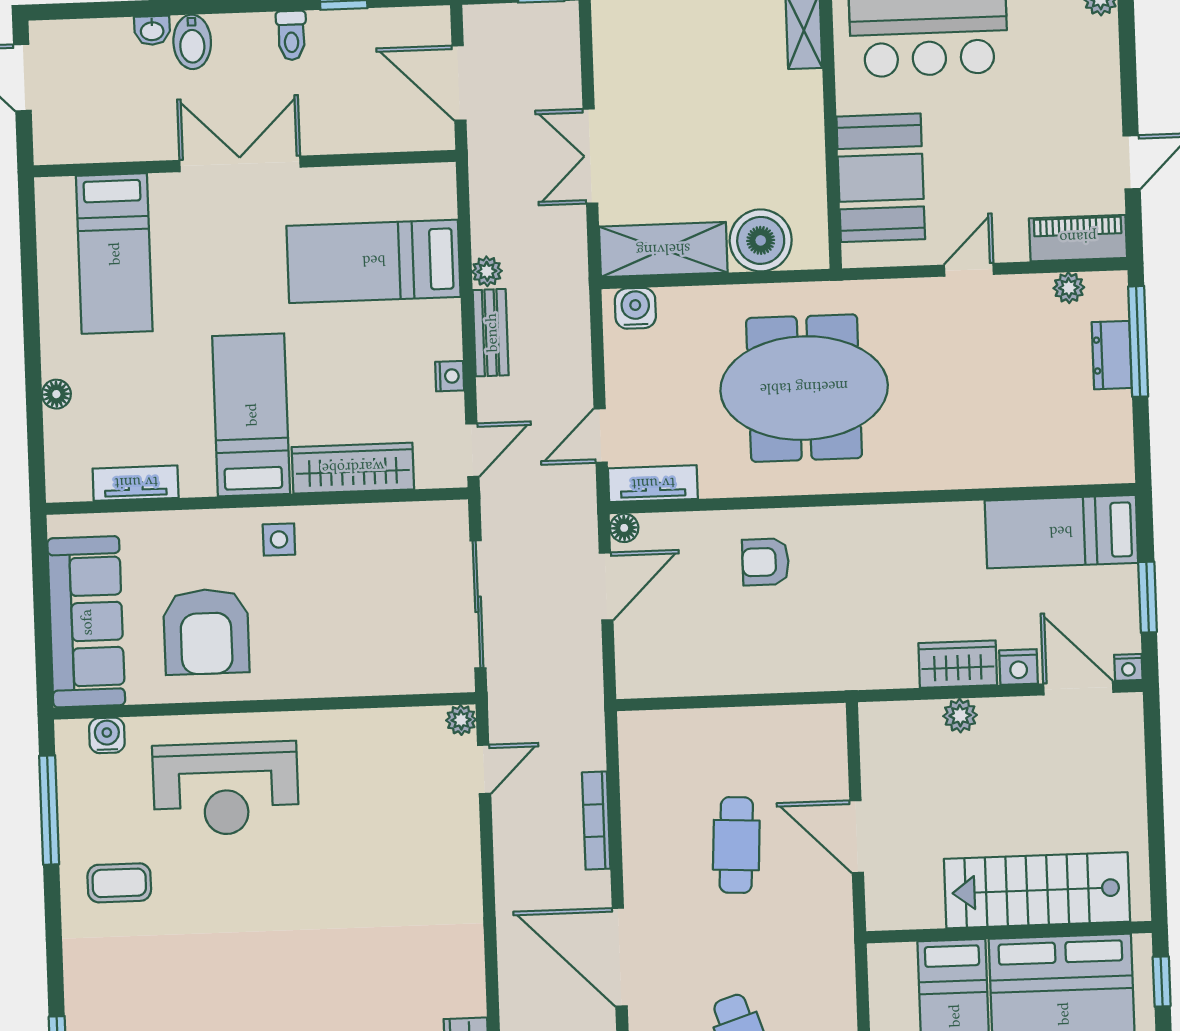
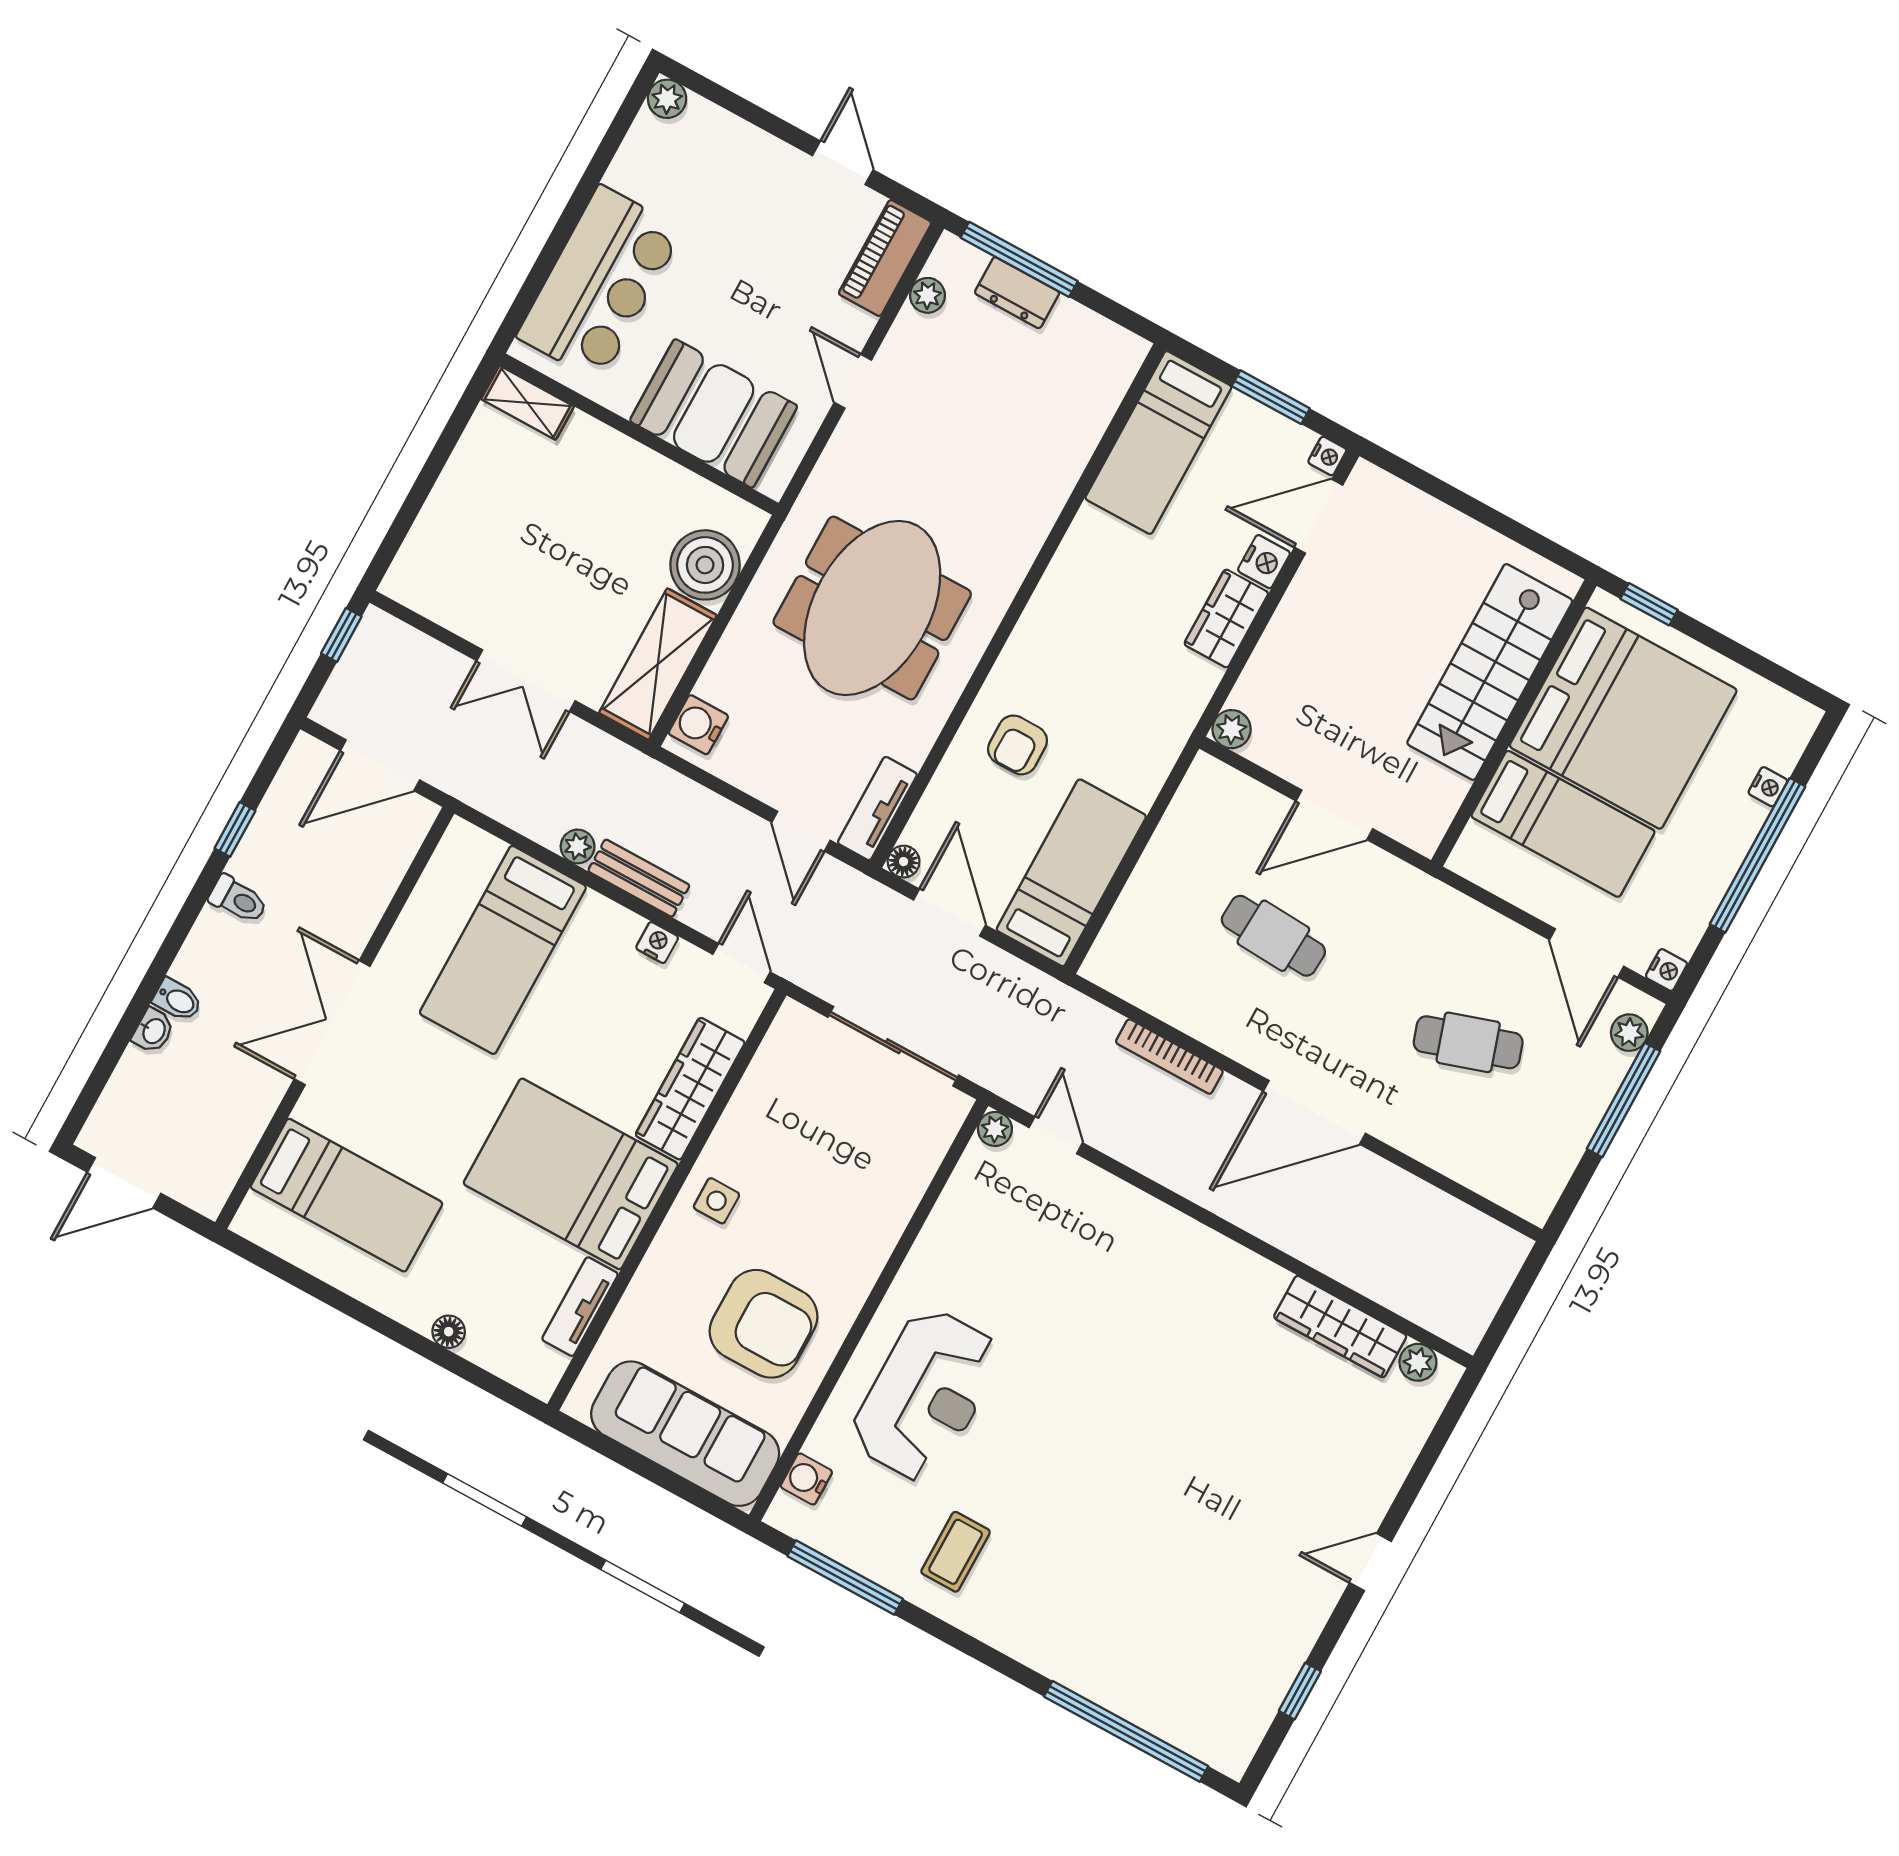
bidet: (192, 42) -> (177, 1000), width x0.72, depth x0.74
bed: (251, 415) -> (571, 1174), width x1.50
bed: (692, 662) -> (1071, 873), added
plant: (960, 716) -> (1232, 729), moved

